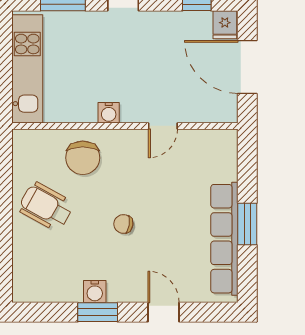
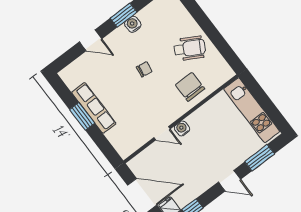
water cooler: (109, 113) -> (182, 129), moved
door: (163, 126) -> (162, 133), swing flipped
row of seats: (224, 239) -> (94, 108), width x0.73

